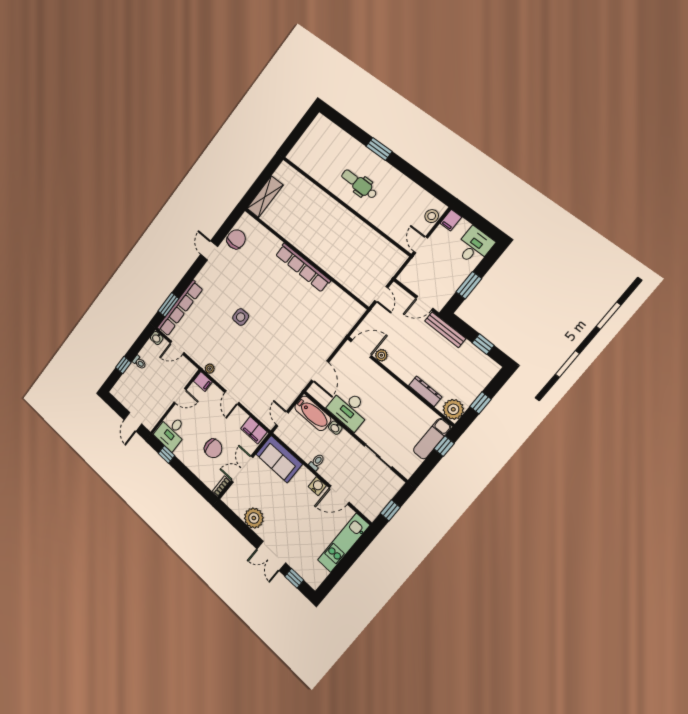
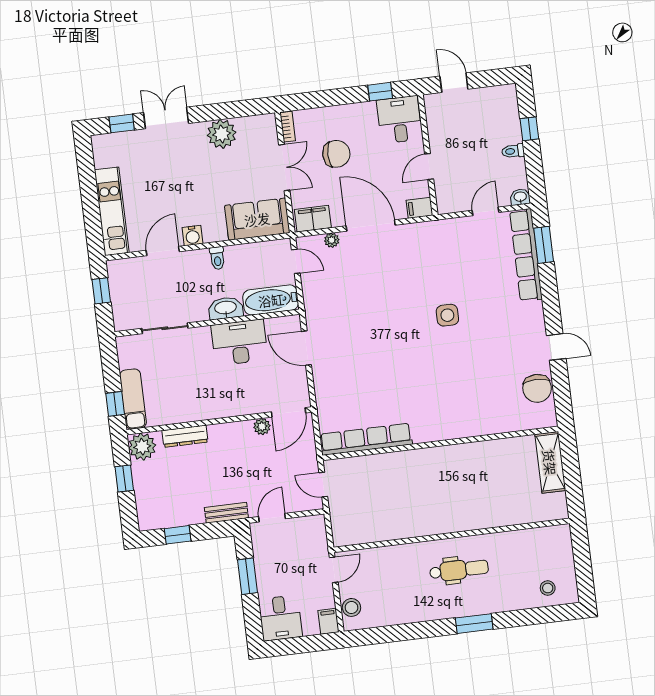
stool: (327, 134) -> (548, 588), added
door: (421, 245) -> (334, 570), hinge flipped
row of seats: (303, 267) -> (366, 439), moved
bench: (445, 330) -> (226, 513), width x0.73
plant: (210, 369) -> (332, 240), moved
door: (232, 397) -> (371, 226), width x1.88
washbasin: (335, 428) -> (226, 308), width x1.91, depth x1.45
chair: (213, 448) -> (336, 154), turned 180

